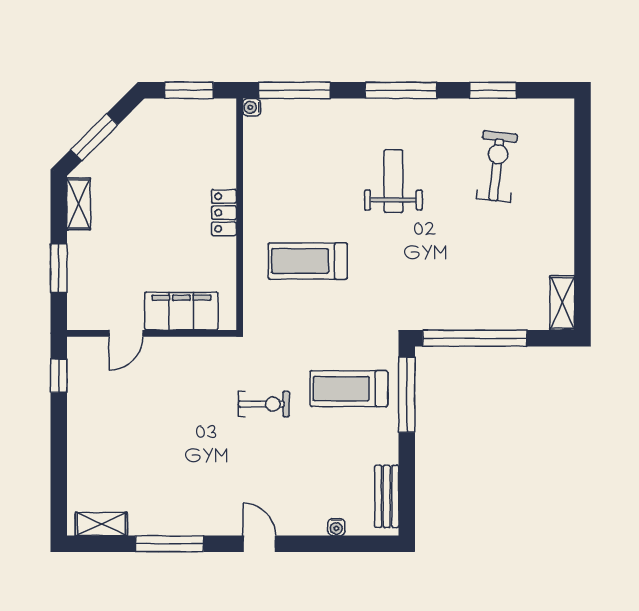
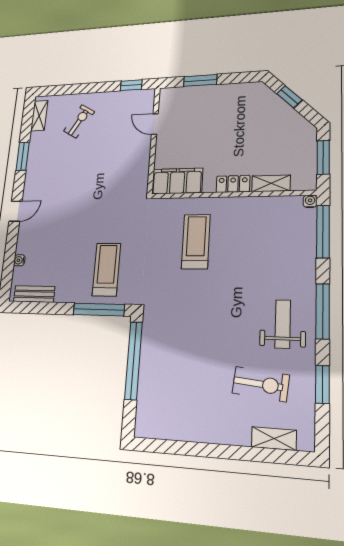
window: (94, 137) -> (289, 97), width x0.67
weight bench: (393, 181) -> (283, 324), moved, turned -90
shelving: (79, 204) -> (271, 183), moved
shelving: (562, 303) -> (274, 439), moved
filing cabinet: (181, 311) -> (177, 181), moved, turned -90
exercise bike: (264, 404) -> (79, 121), moved, turned -149
window: (169, 544) -> (23, 156), width x0.69

